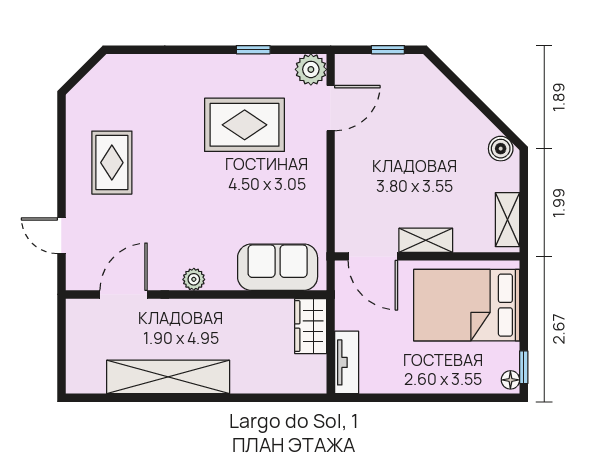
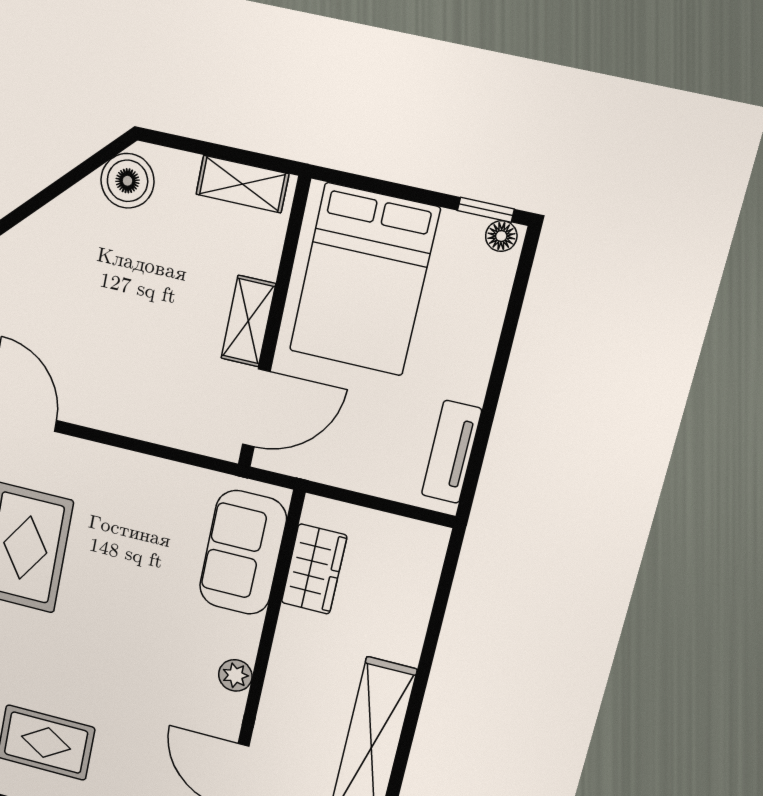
boiler: (501, 149) -> (127, 181), width x1.36, depth x1.36
wardrobe: (311, 326) -> (314, 569), moved, turned -90
tv unit: (347, 362) -> (452, 452), moved, turned -90

